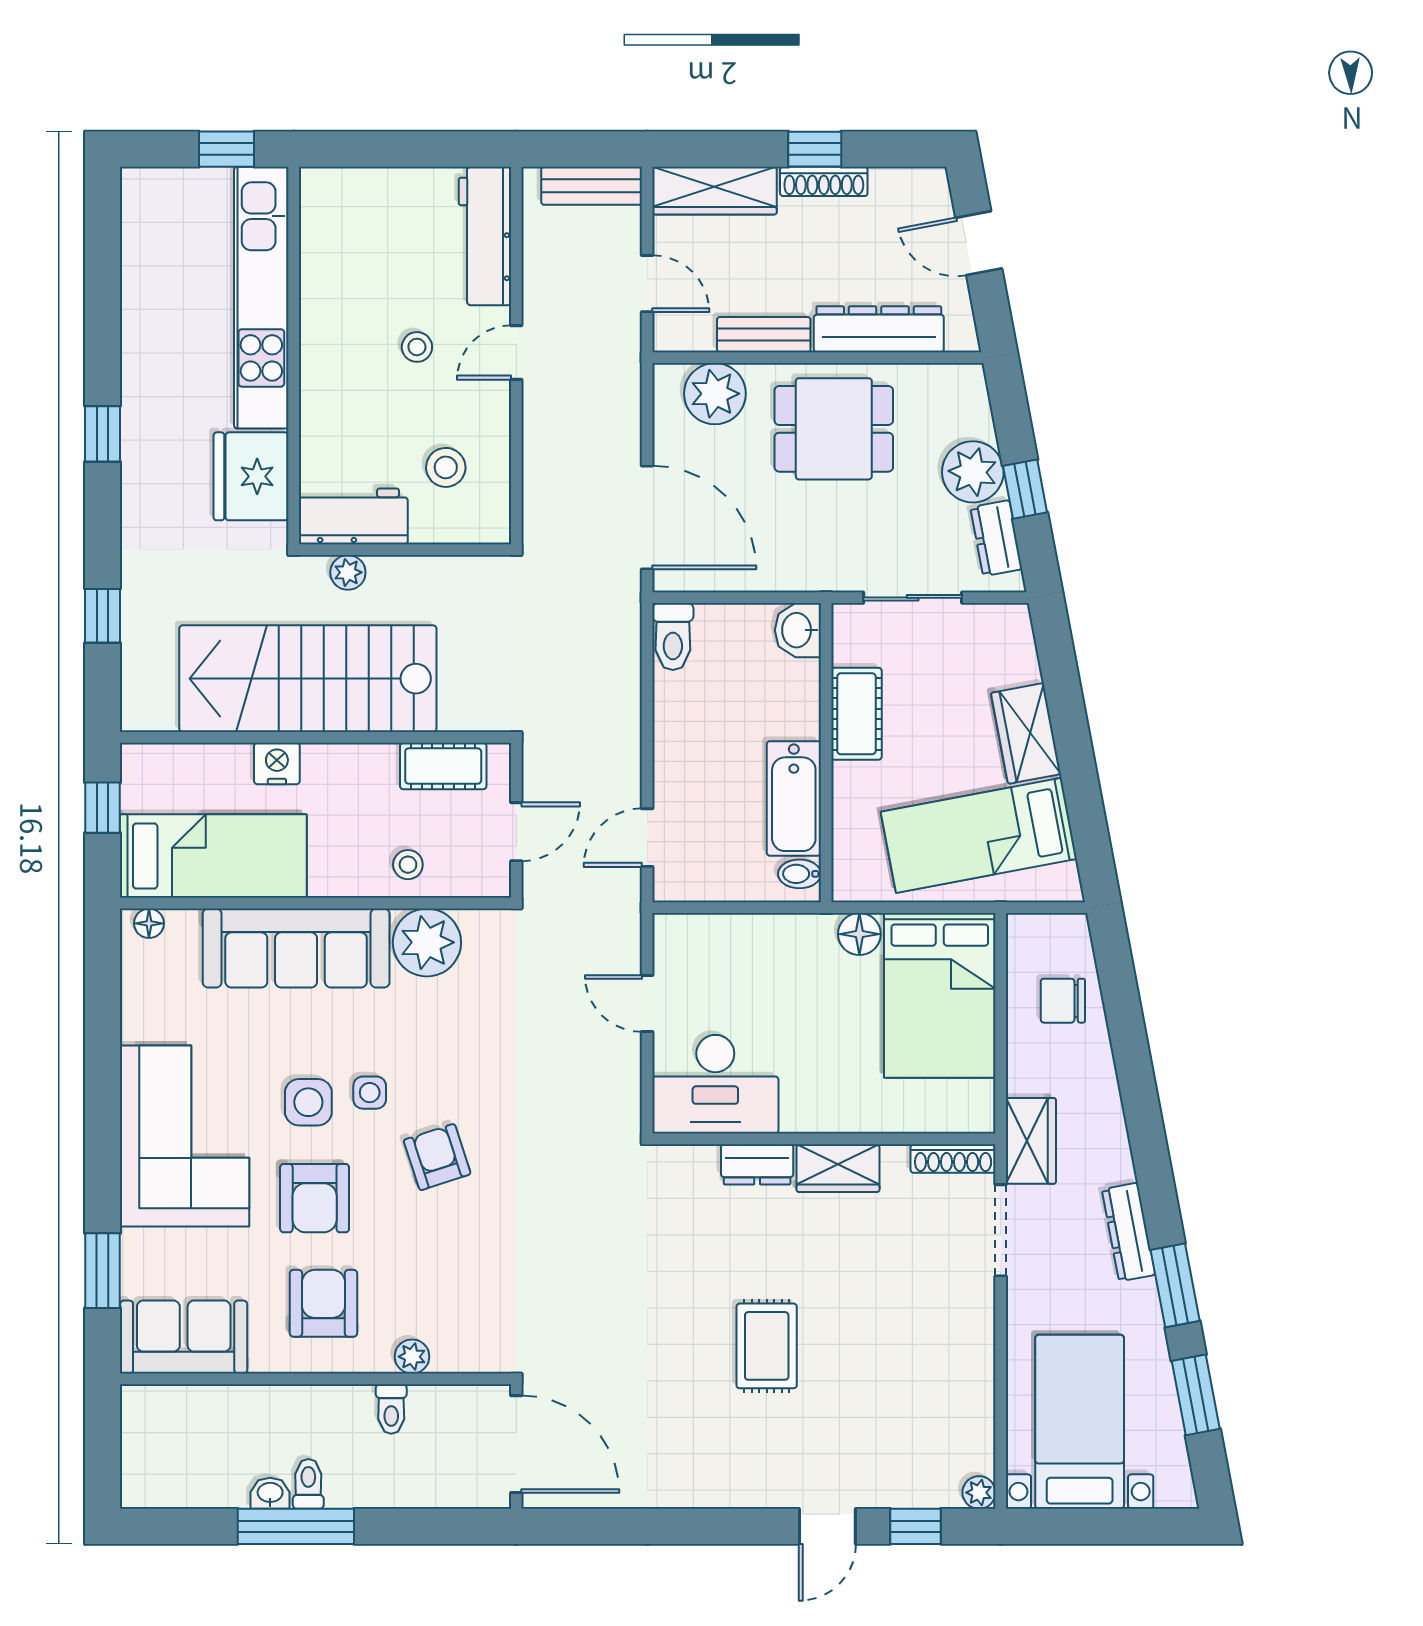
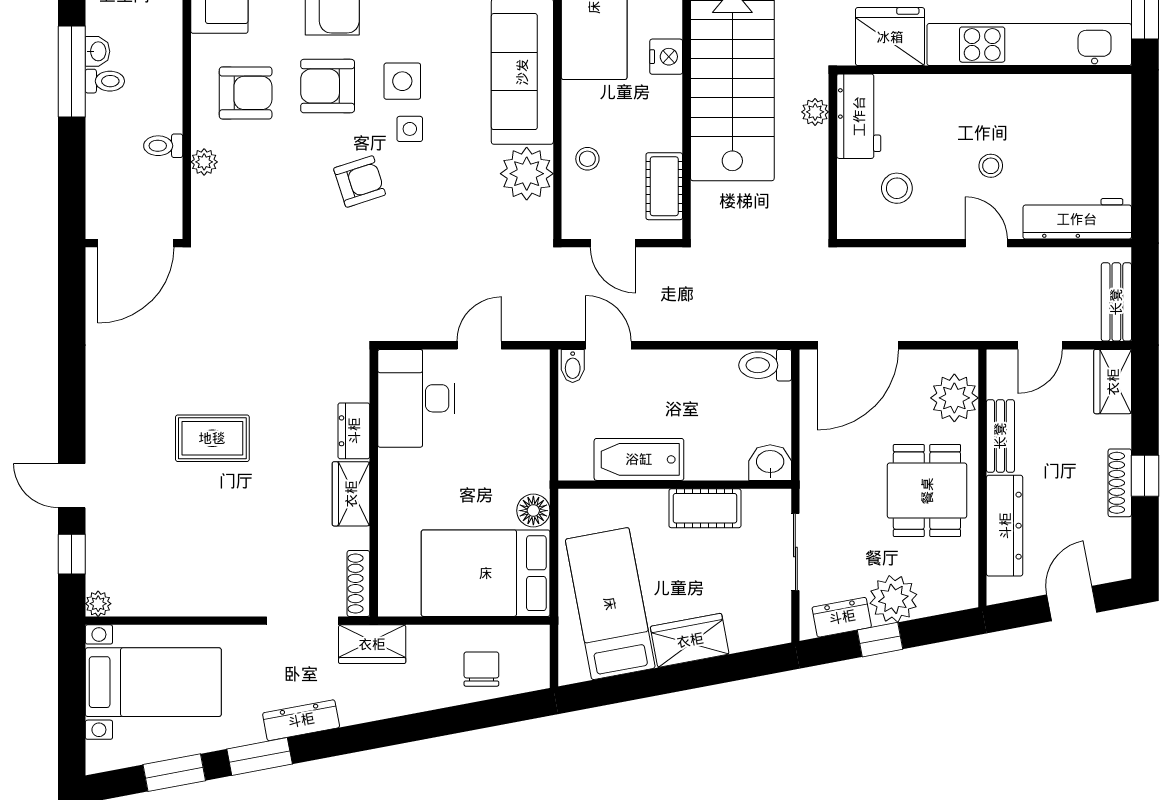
wardrobe: (715, 191) -> (1113, 382), width x0.67
bidet: (800, 874) -> (573, 366), moved, turned 180

